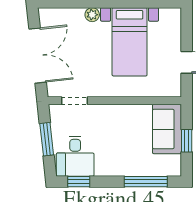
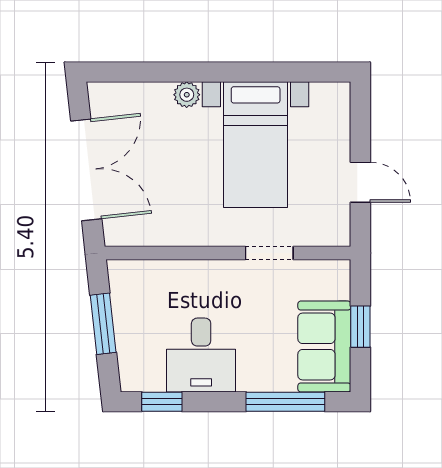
doorway: (75, 101) -> (269, 253), moved
sofa: (167, 129) -> (324, 347), moved
desk: (75, 156) -> (201, 355), moved

